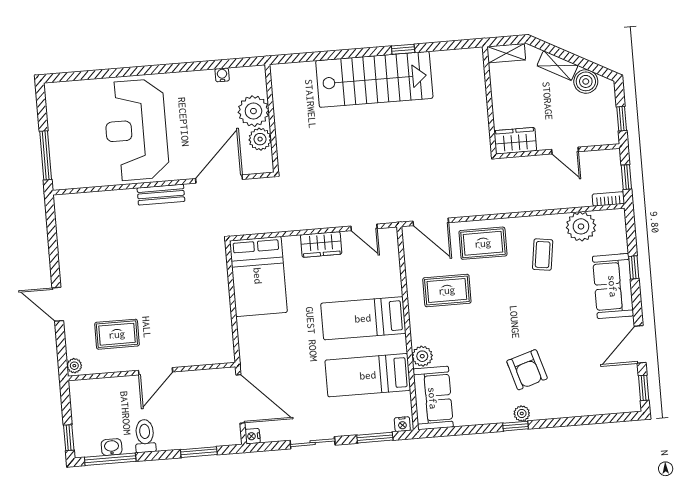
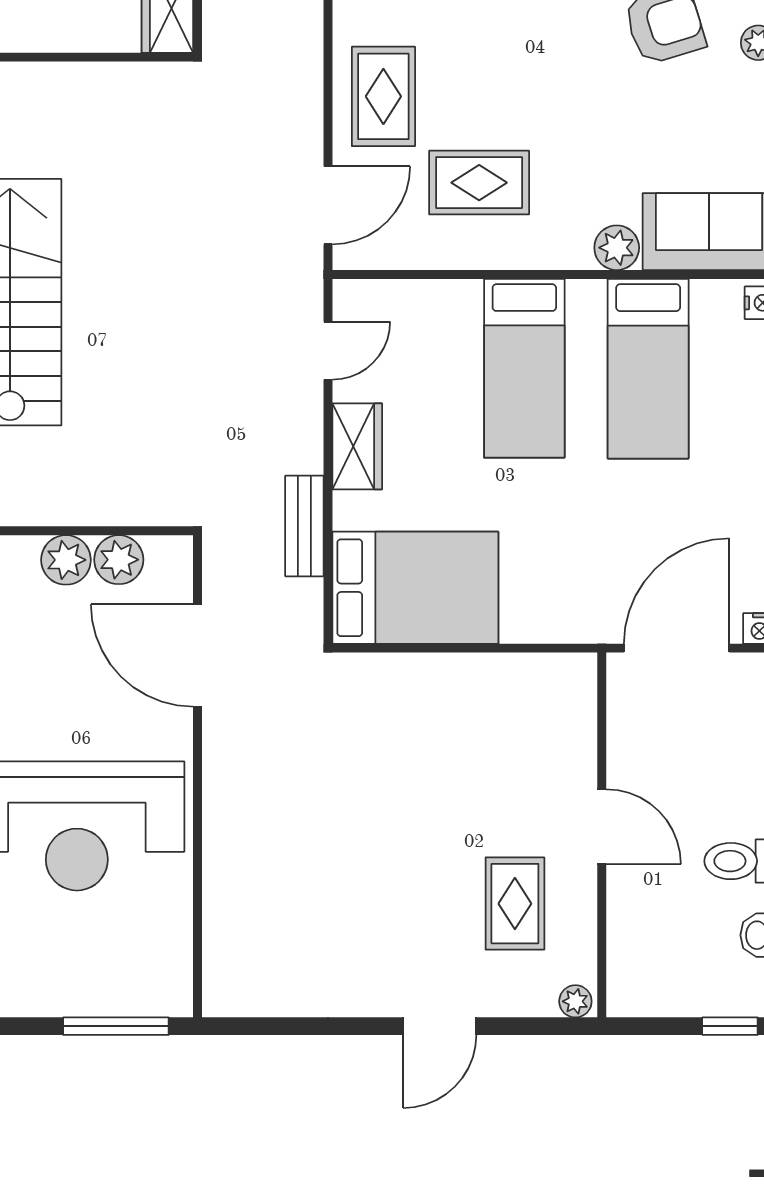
plant: (253, 111) -> (66, 560), width x0.73, depth x0.73
bench: (161, 195) -> (304, 526), moved
rug: (447, 290) -> (479, 183), turned 90

